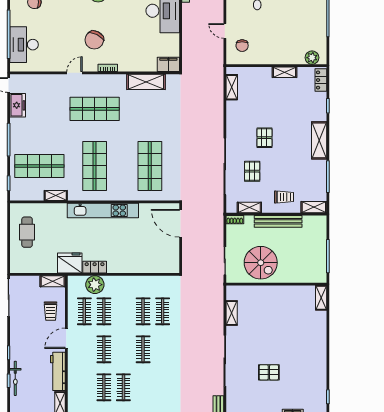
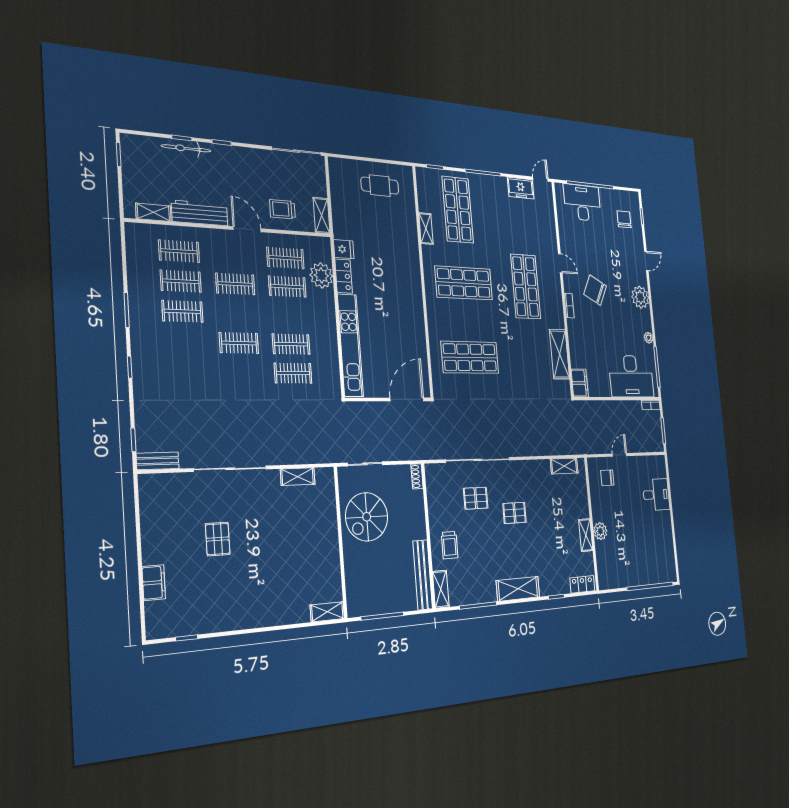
plant: (312, 58) -> (600, 531), moved
shelving: (249, 208) -> (433, 496), removed
kitchen unit: (103, 210) -> (350, 345), moved, turned 180
bench: (278, 221) -> (423, 575), moved
fridge: (70, 263) -> (344, 249), width x0.53, depth x0.75
clothes rail: (84, 387) -> (179, 251), added

